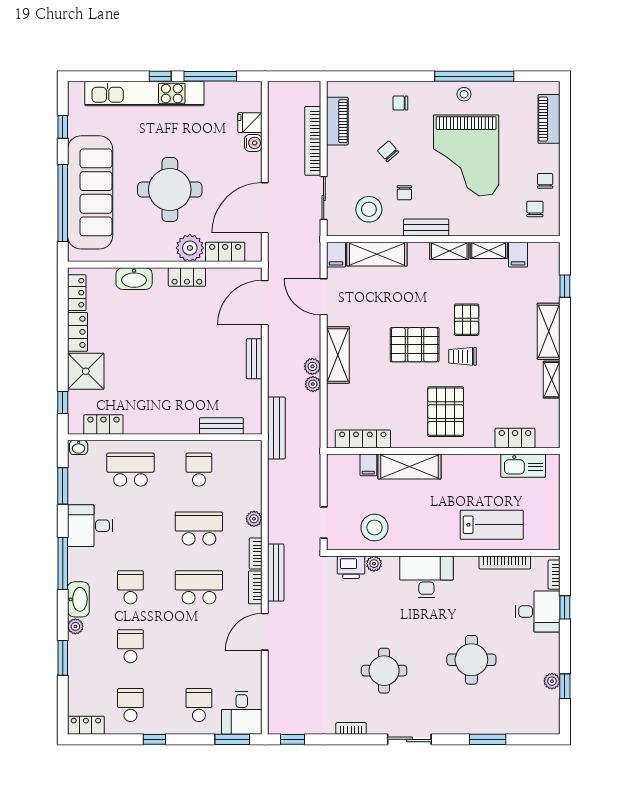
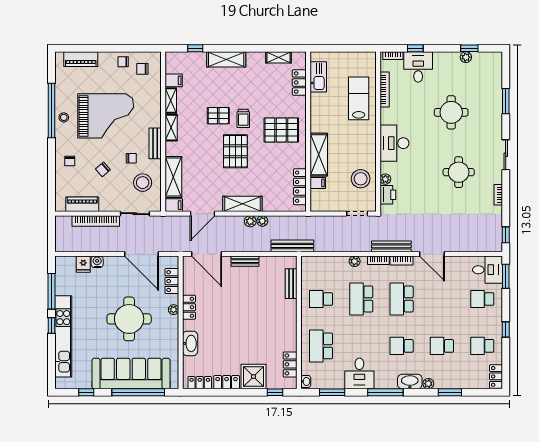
plant: (190, 248) -> (173, 310), width x0.53, depth x0.53
shelving: (552, 380) -> (278, 57), moved

